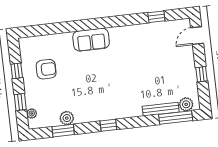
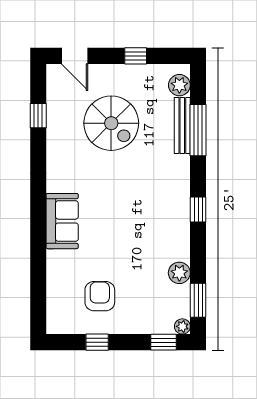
spiral stairs: (157, 64) -> (111, 123), added
window: (20, 102) -> (164, 342), moved
plant: (32, 113) -> (182, 326), moved
window: (176, 118) -> (198, 130), moved
window: (63, 131) -> (198, 300), moved

